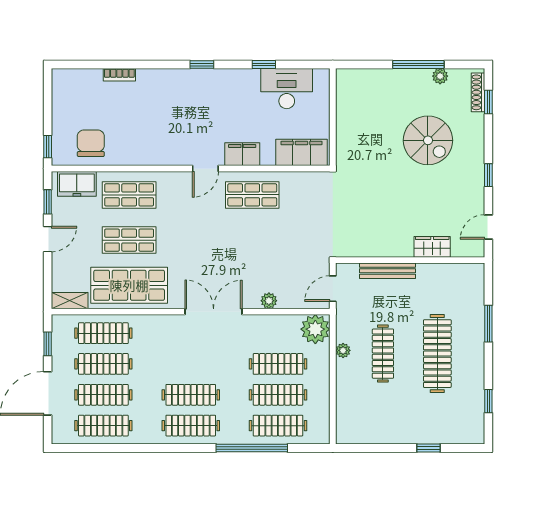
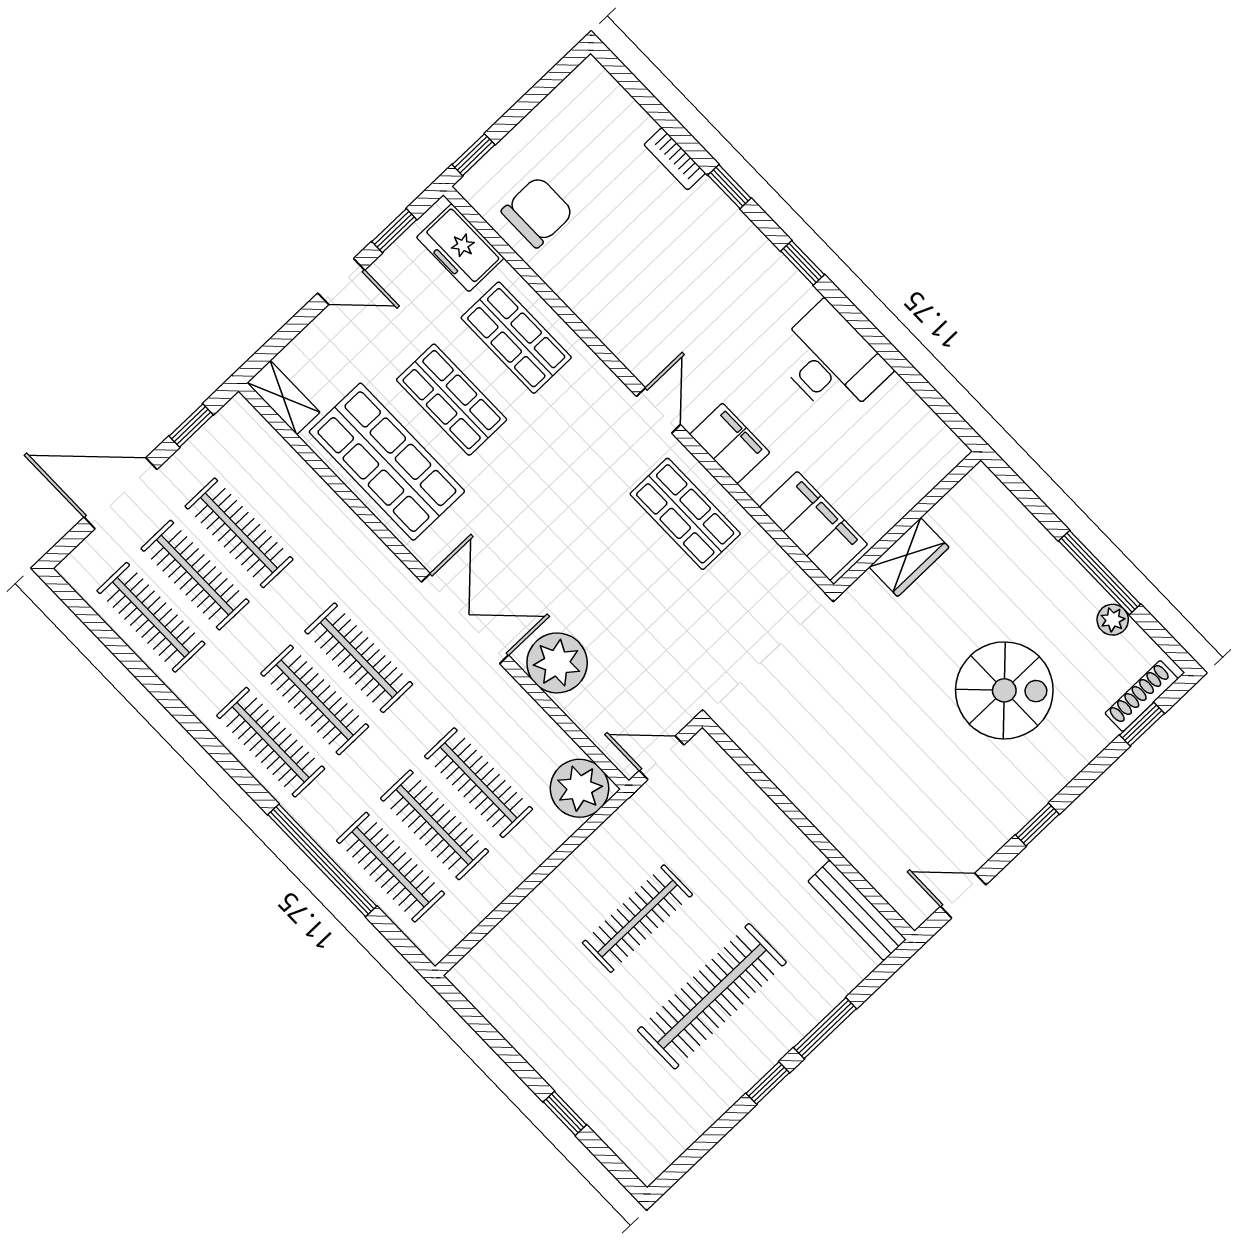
window: (264, 65) -> (729, 187), moved
desk: (287, 89) -> (831, 361), moved
spiral stairs: (428, 140) -> (1004, 690), turned -90
door: (205, 169) -> (659, 411), swing flipped
wardrobe: (432, 247) -> (909, 557), moved, turned 90
bench: (387, 271) -> (857, 910), moved
plant: (269, 301) -> (557, 663), width x1.87, depth x1.87
clothes rail: (103, 333) -> (359, 658), moved
plant: (343, 350) -> (587, 857), removed
window: (488, 401) -> (768, 1083), moved

